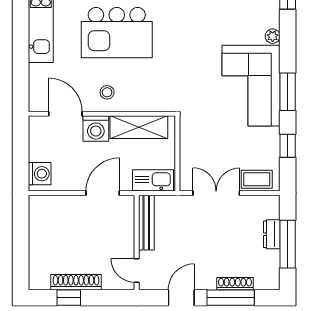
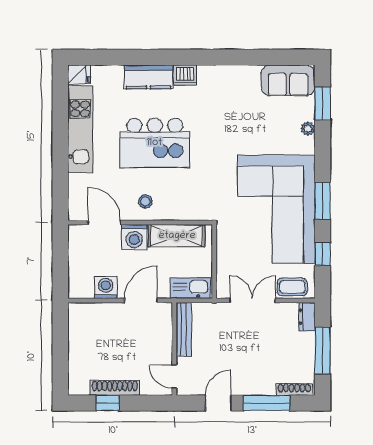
plant: (273, 36) -> (308, 129), moved
corner sofa: (251, 86) -> (276, 209), width x1.36, depth x1.36
washing machine: (40, 174) -> (106, 287), moved, turned -90
dresser: (272, 234) -> (307, 317), moved
shoe rack: (235, 284) -> (294, 389), moved

